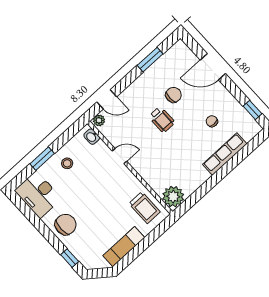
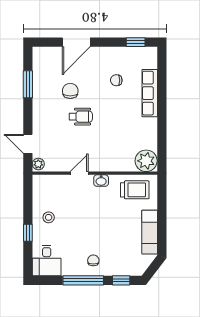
door: (107, 99) -> (28, 144), swing flipped
washbasin: (92, 137) -> (101, 181), moved
window: (42, 159) -> (28, 233), width x0.67
desk: (38, 195) -> (47, 260), width x0.73
chair: (66, 225) -> (93, 260), width x0.54, depth x0.54
window: (44, 230) -> (83, 280), added

